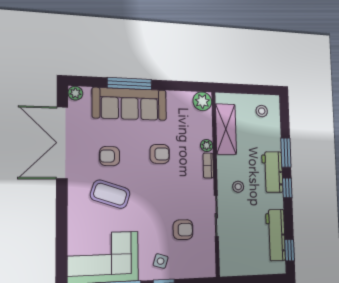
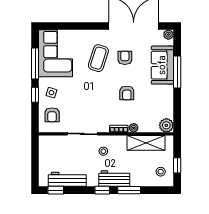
window: (253, 89) -> (177, 165), added
sofa: (130, 104) -> (162, 65), width x0.73
armchair: (183, 230) -> (52, 115), moved

